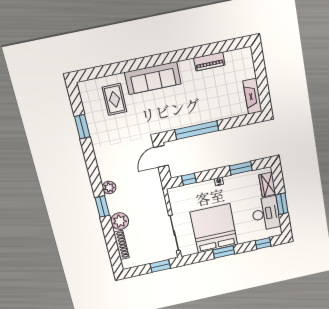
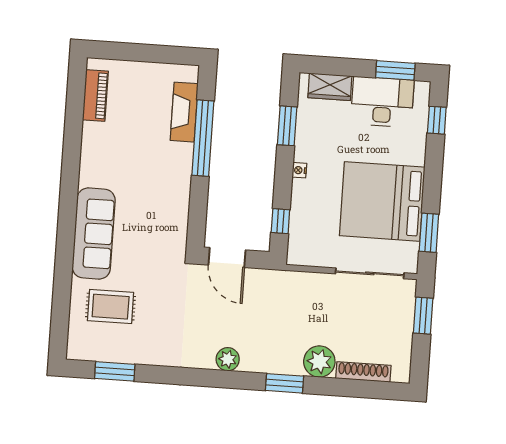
piano: (209, 61) -> (95, 95), moved
fireplace: (253, 96) -> (184, 112), moved, turned 90
window: (82, 127) -> (115, 371), moved
window: (197, 130) -> (203, 138), moved
plant: (109, 187) -> (228, 359), moved
window: (282, 204) -> (395, 70), moved
window: (224, 252) -> (429, 233), moved

